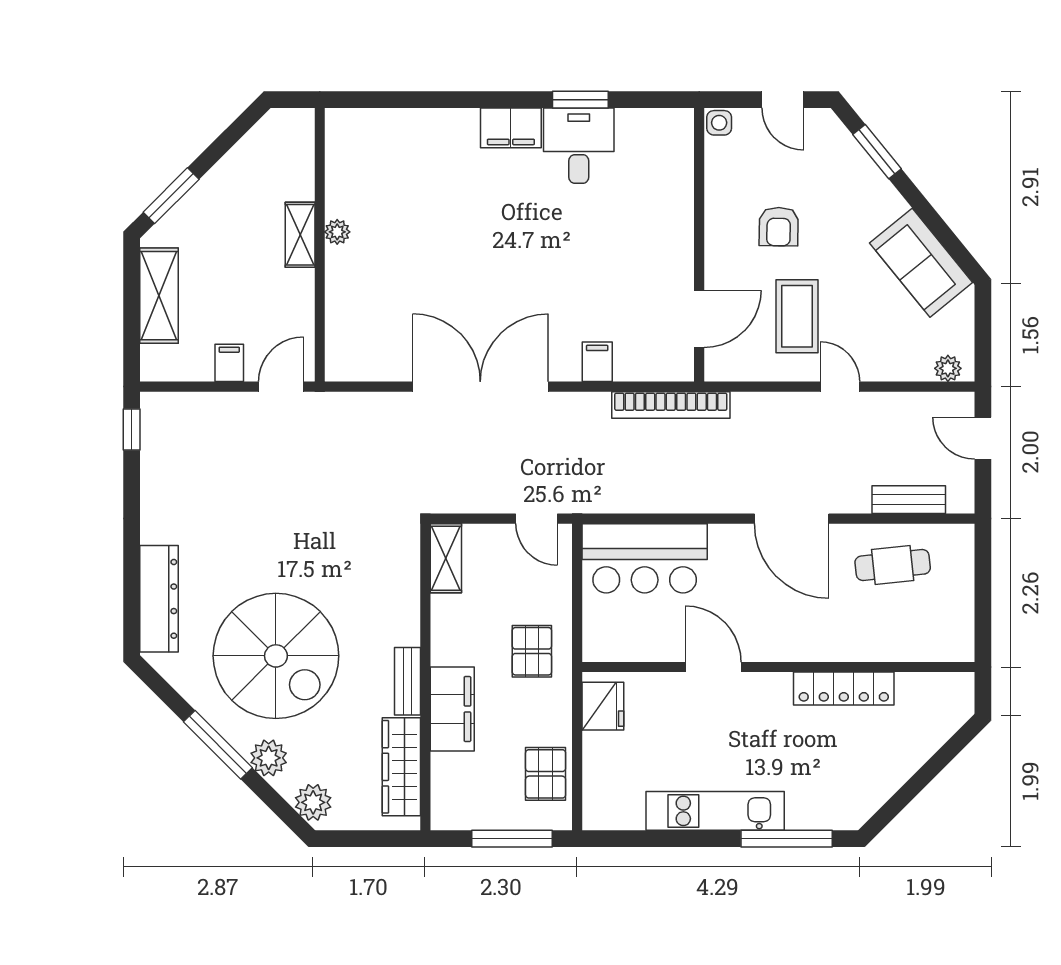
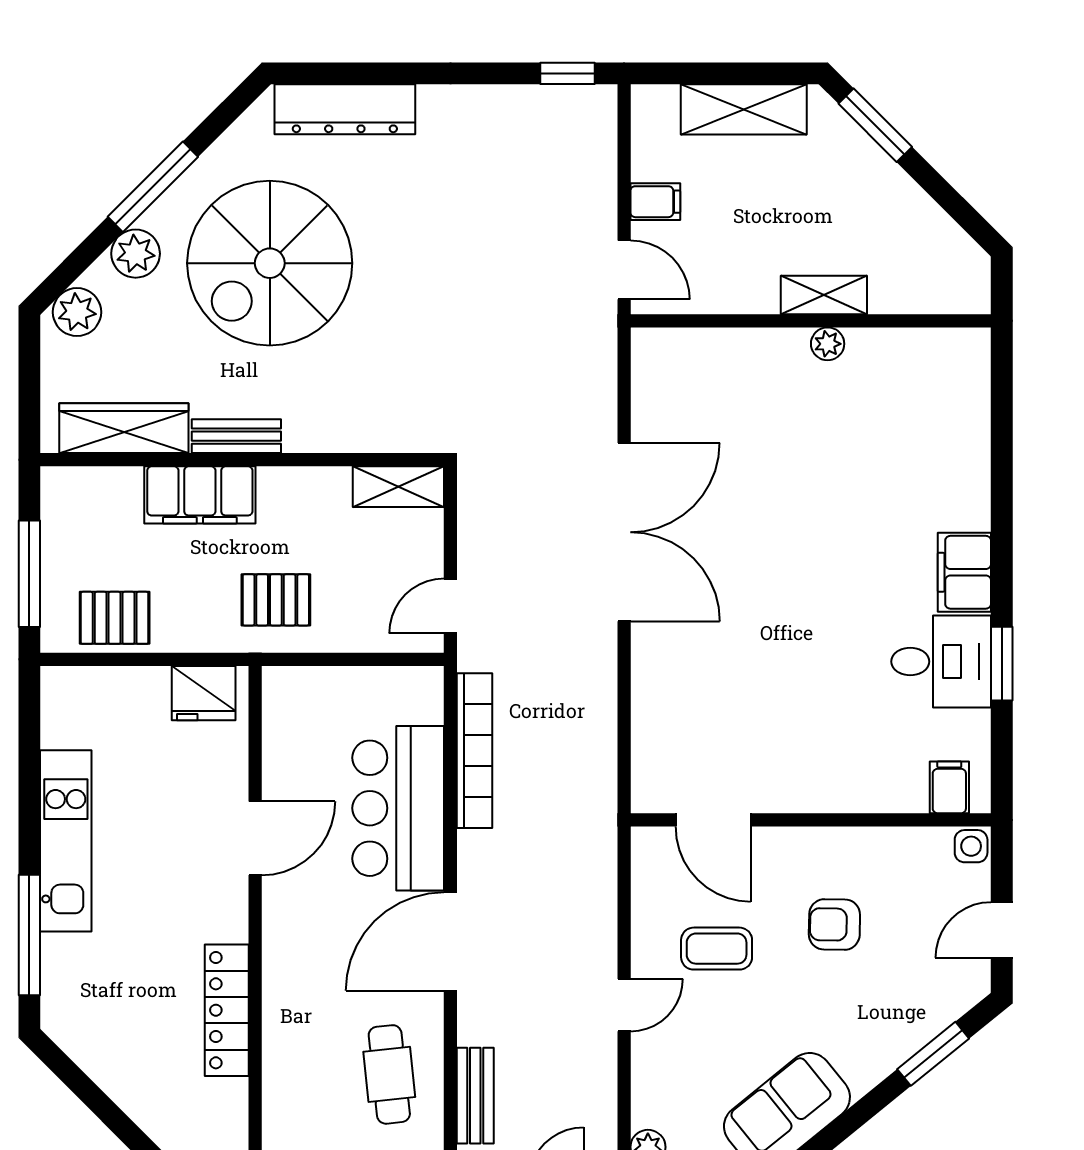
coffee table: (797, 316) -> (717, 949), width x0.73, depth x0.77
filing cabinet: (597, 362) -> (949, 787), moved, turned -90
bookcase: (671, 405) -> (475, 751), moved, turned 180
bar counter: (645, 558) -> (398, 808), moved

